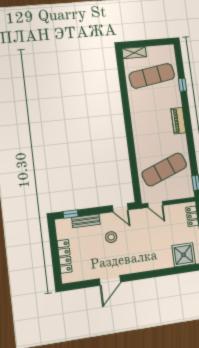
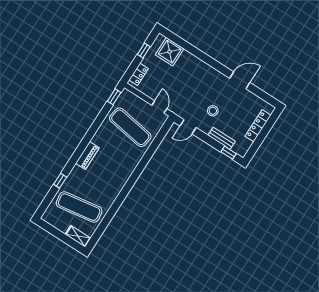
exercise mat: (164, 169) -> (130, 127), turned 30
door: (120, 208) -> (188, 127), swing flipped

